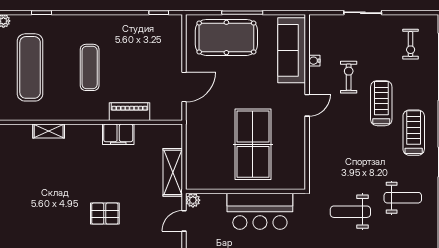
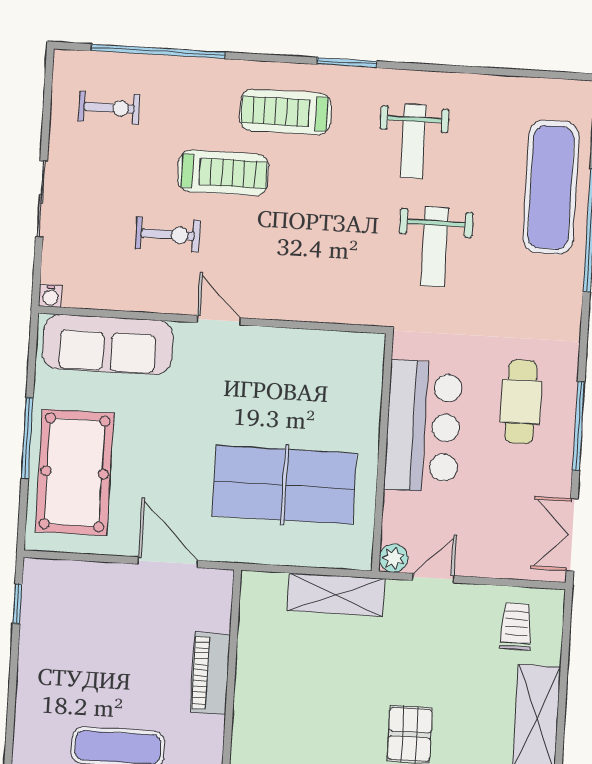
water cooler: (314, 61) -> (51, 296), moved
exercise bike: (349, 77) -> (168, 234), turned 180
treadmill: (381, 103) -> (223, 173), turned 180
filing cabinet: (118, 134) -> (254, 699), removed
table tennis table: (253, 144) -> (284, 485), moved
weight bench: (403, 198) -> (413, 141), turned 180
door: (184, 221) -> (434, 578), swing flipped

